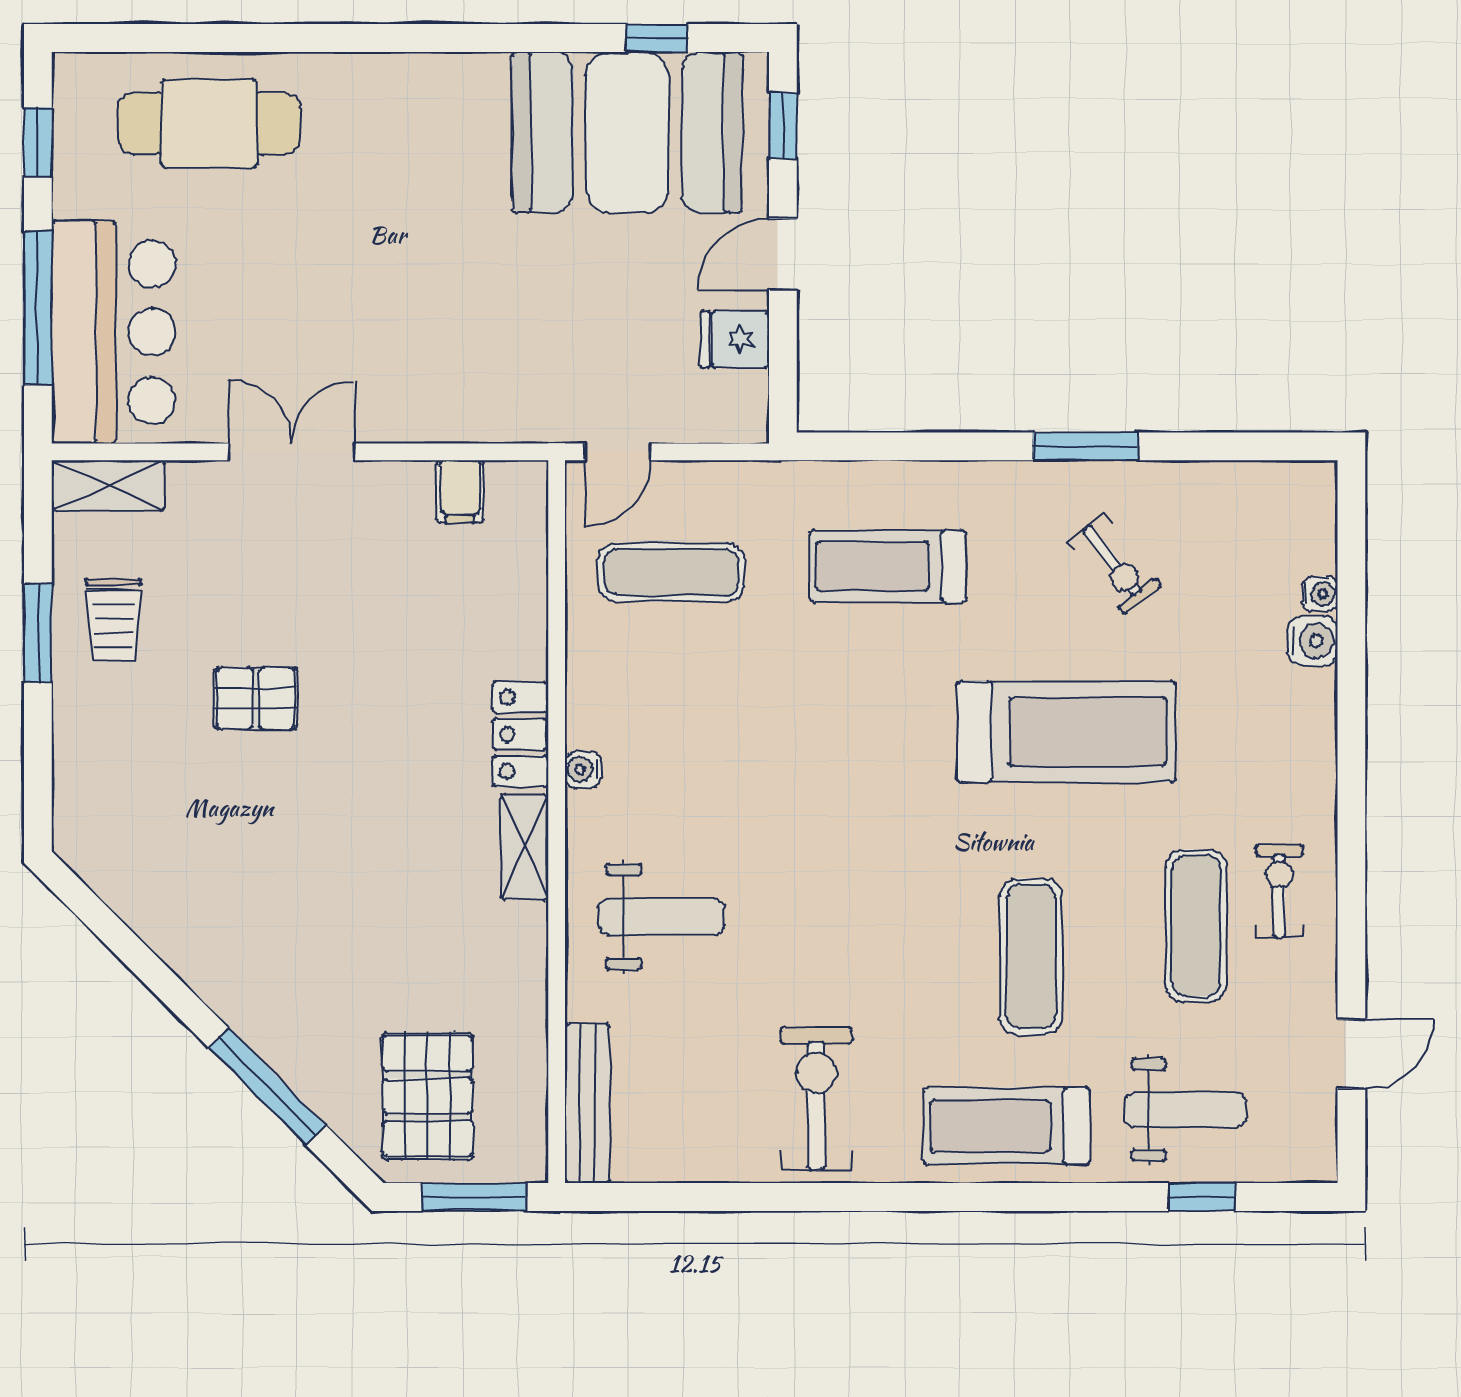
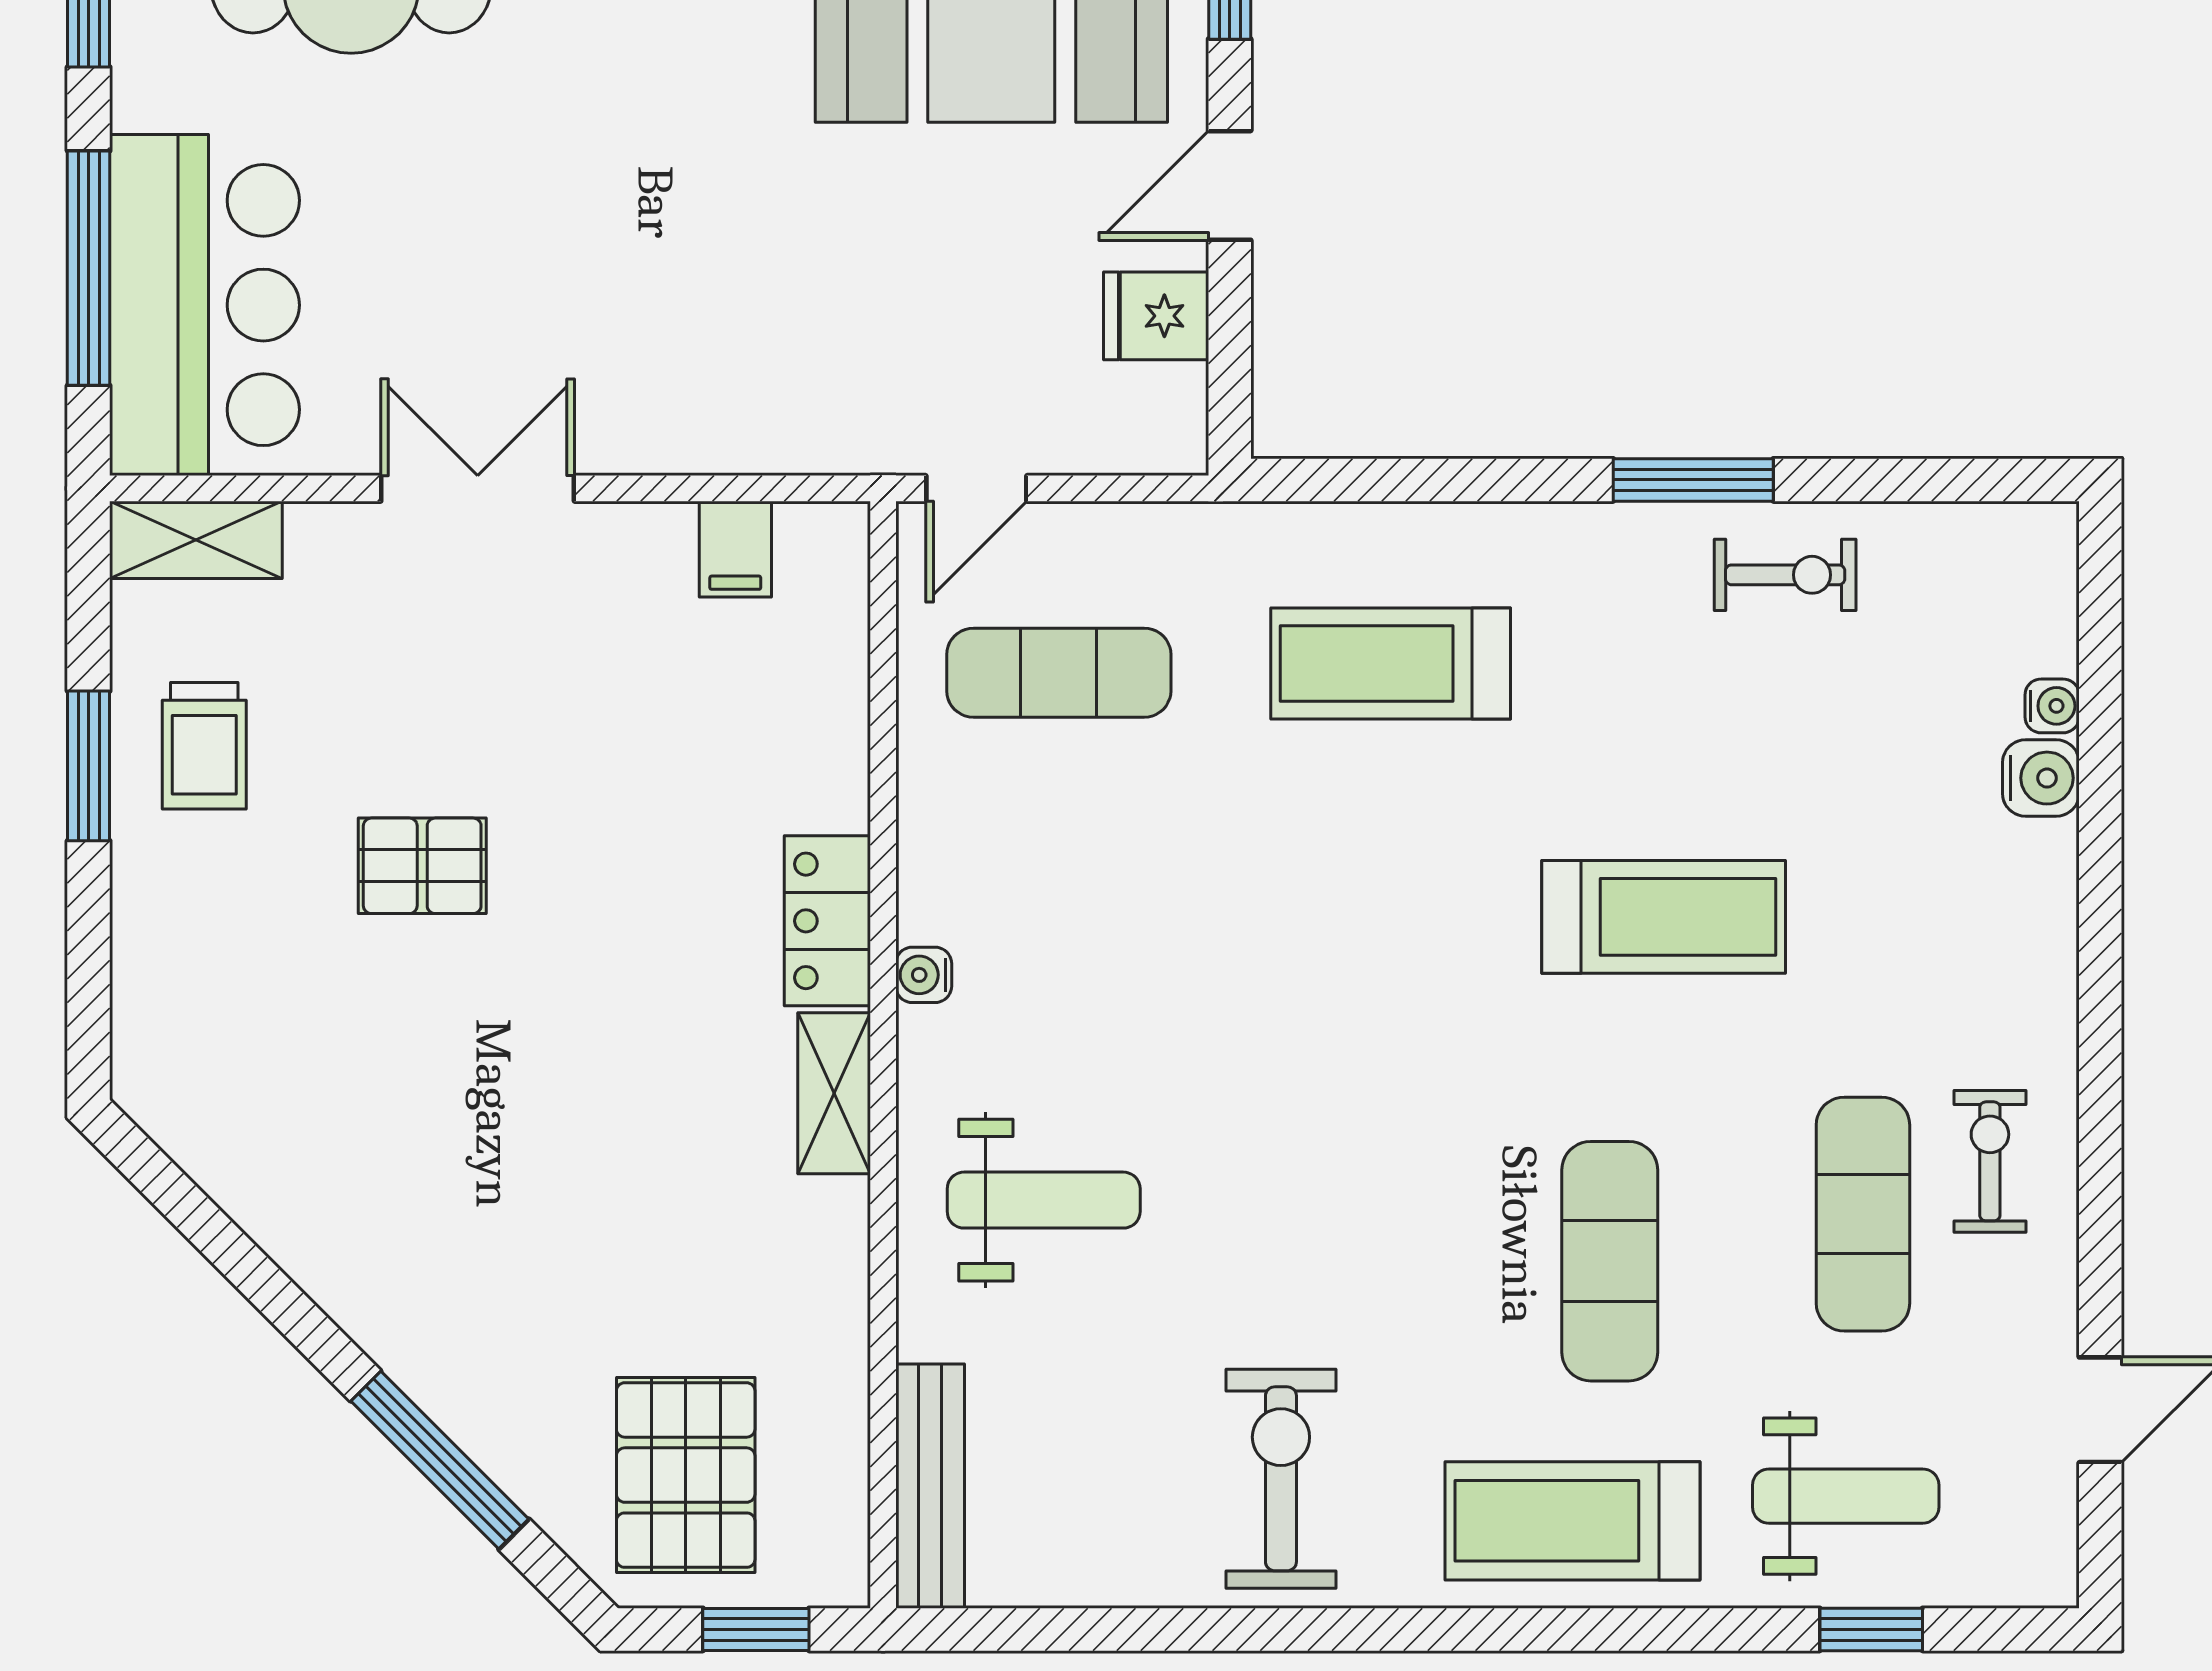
exercise bike: (1115, 564) -> (1785, 575), moved, turned -52
treadmill: (1066, 732) -> (1664, 917), width x0.73, depth x0.73
window: (474, 1197) -> (756, 1629), width x0.67

